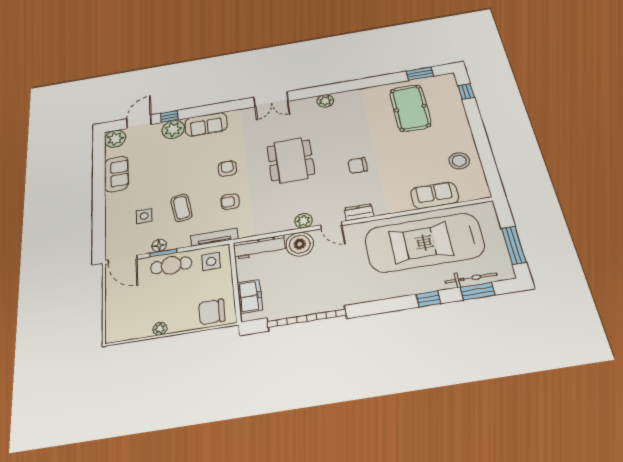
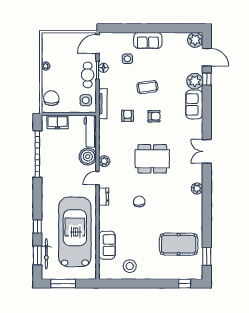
sofa: (116, 174) -> (148, 40), moved
coffee table: (181, 208) -> (147, 87), moved

